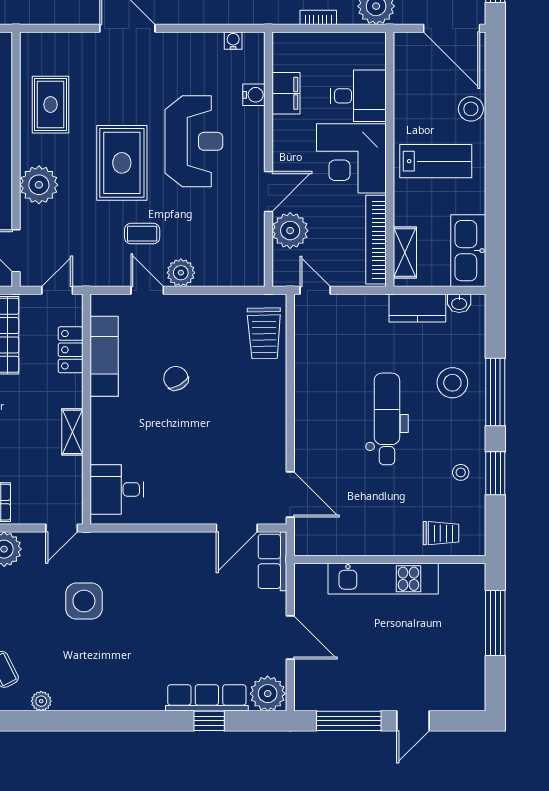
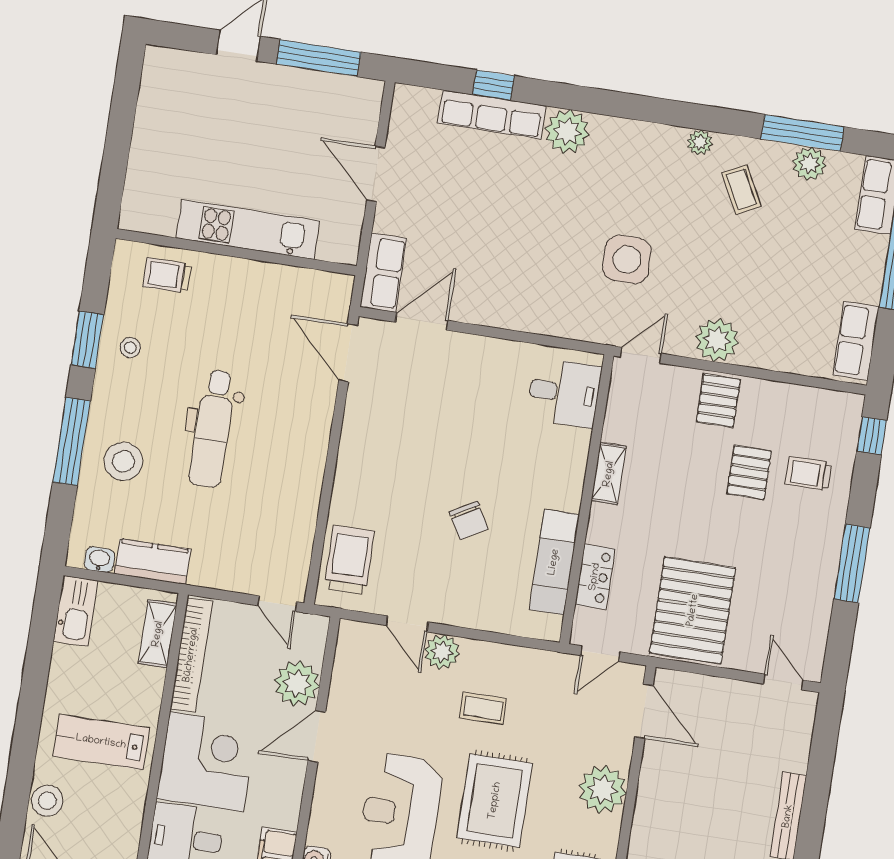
kitchen sink: (468, 251) -> (76, 611), width x0.73, depth x0.81
door: (147, 290) -> (407, 624), moved
window: (495, 623) -> (116, 152), removed
plant: (268, 694) -> (567, 132), moved

